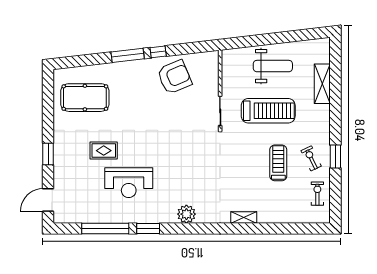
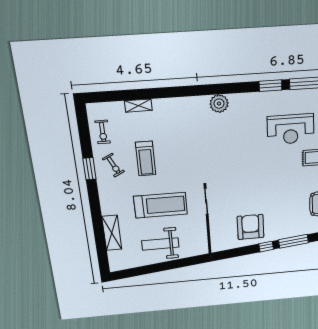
armchair: (174, 77) -> (251, 227), turned 113
treadmill: (268, 111) -> (161, 205), turned 180
reception desk: (129, 183) -> (291, 129), turned 180
plant: (186, 214) -> (219, 104), moved
shelving: (244, 218) -> (138, 106), moved

